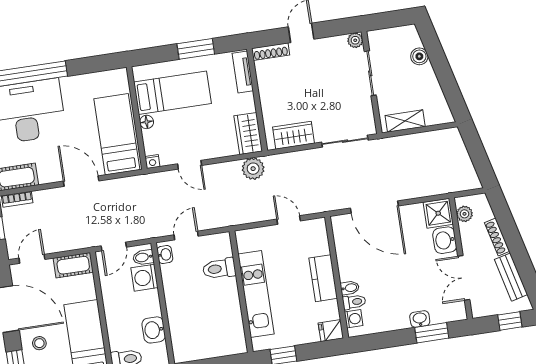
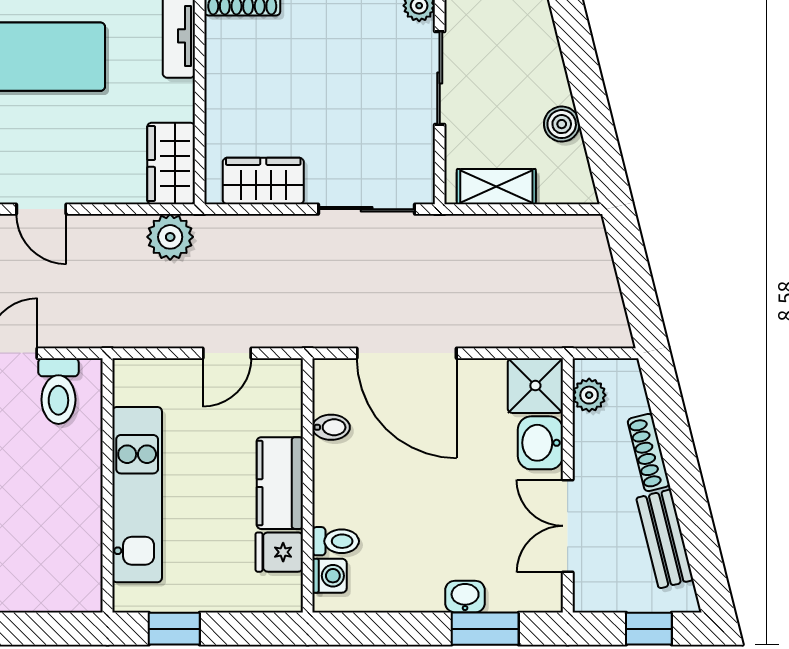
boiler: (419, 56) -> (562, 124), moved
door: (289, 220) -> (227, 353), swing flipped
toilet: (219, 269) -> (58, 391), moved, turned -90
bidet: (350, 288) -> (331, 427), moved
fridge: (331, 331) -> (279, 552), moved

